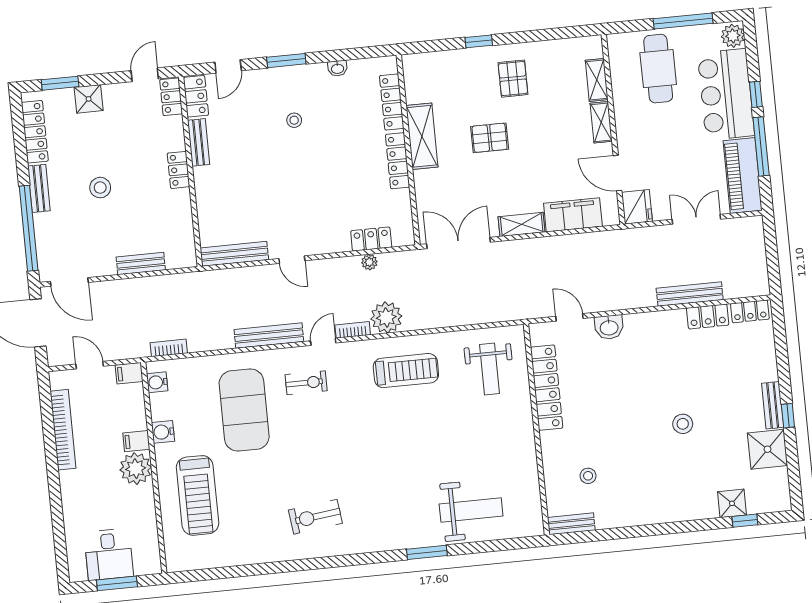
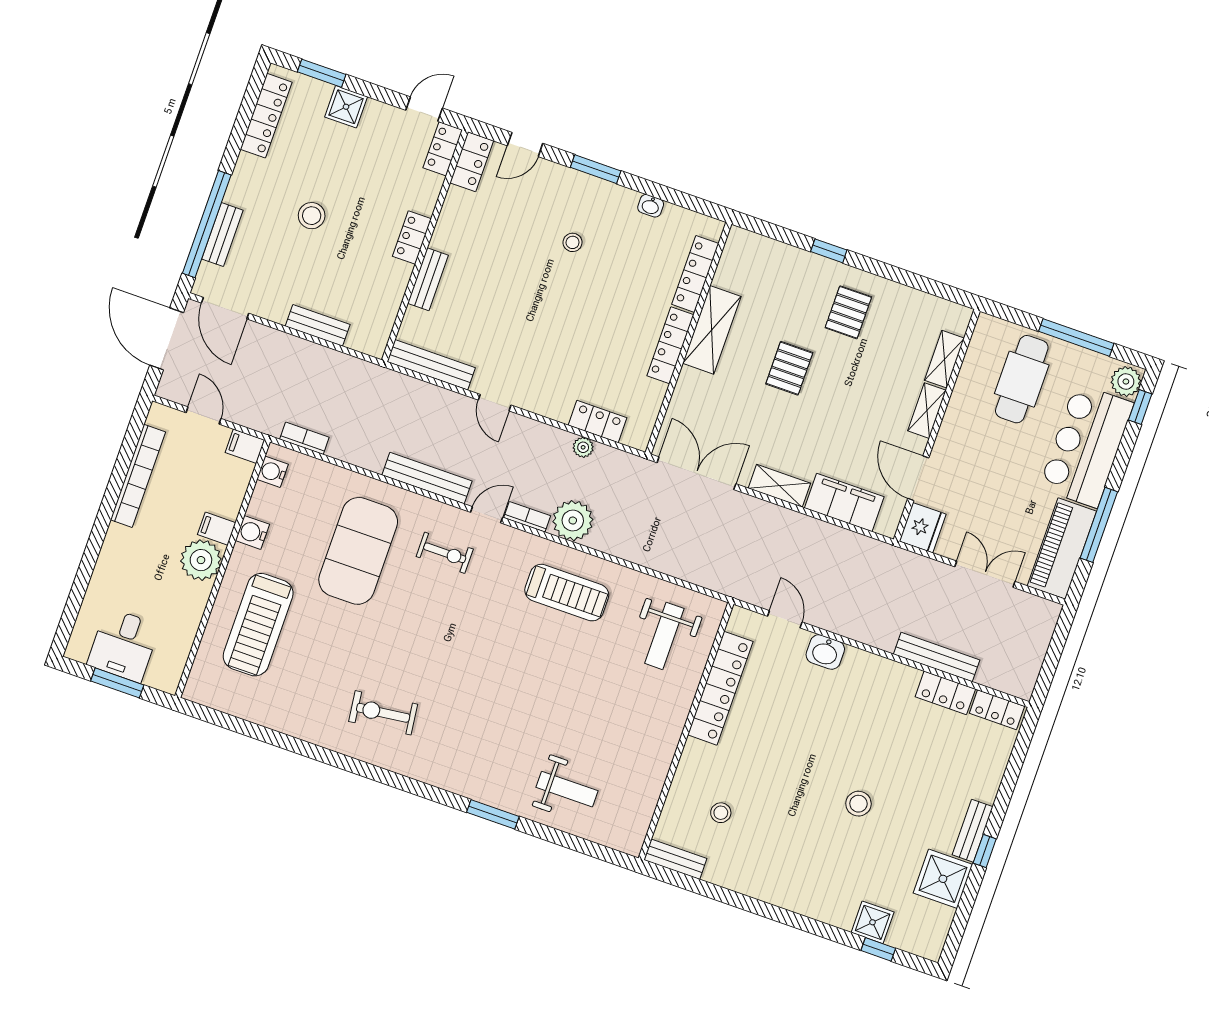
window: (756, 94) -> (1140, 407), moved
pallet: (490, 138) -> (789, 368), turned 90
bench: (199, 142) -> (428, 279), moved
bench: (39, 188) -> (222, 235), moved
weight bench: (471, 510) -> (567, 789), width x0.73, depth x0.75

